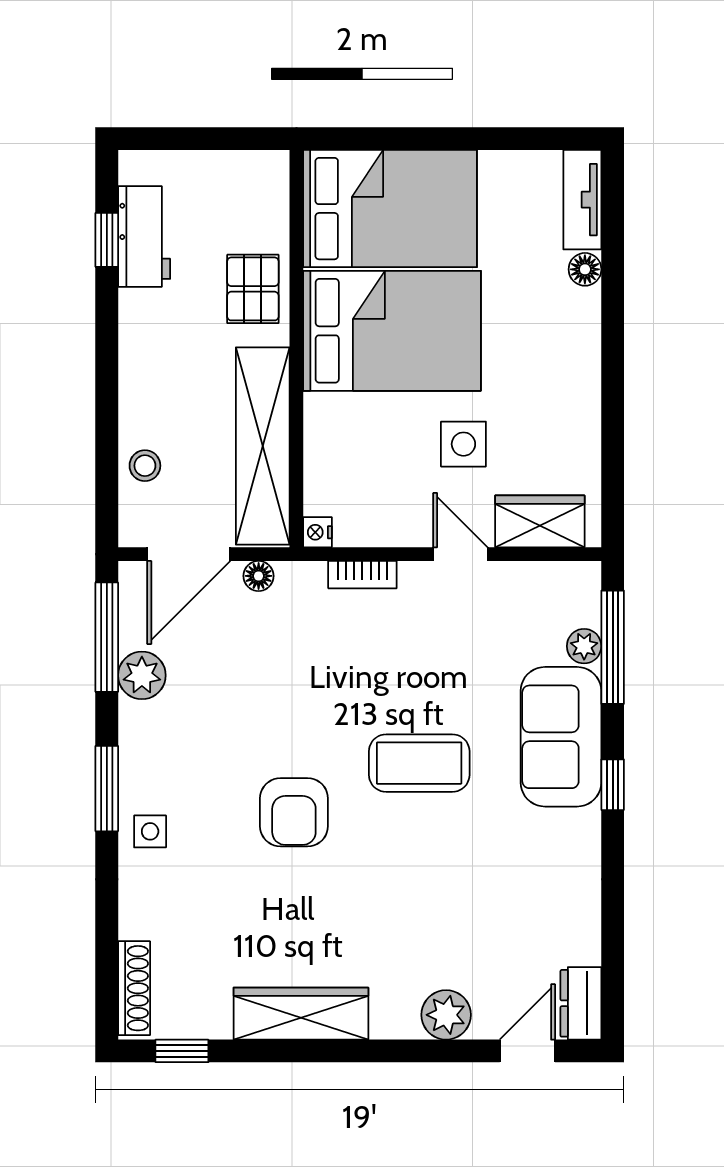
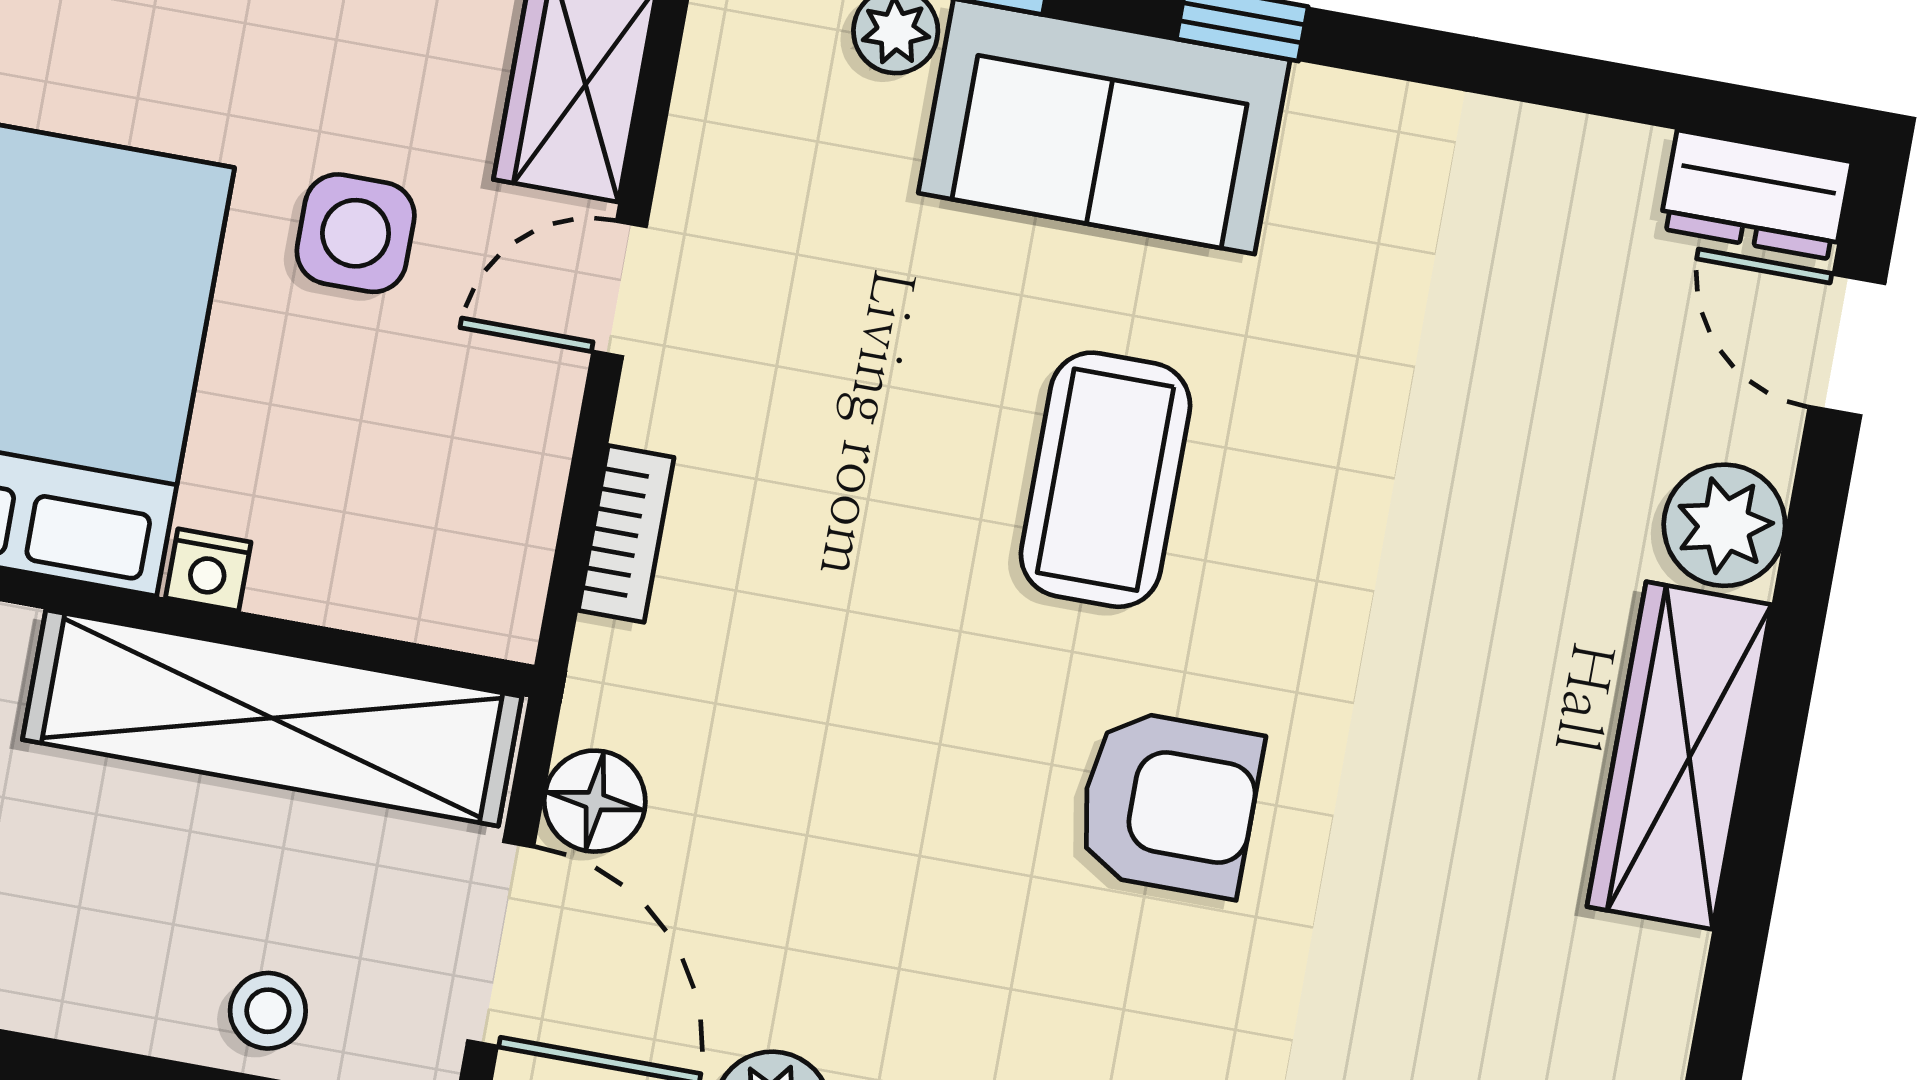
nightstand: (318, 532) -> (208, 570), moved
floor lamp: (259, 576) -> (595, 801), width x1.37, depth x1.37
wardrobe: (301, 1014) -> (1679, 756), moved

